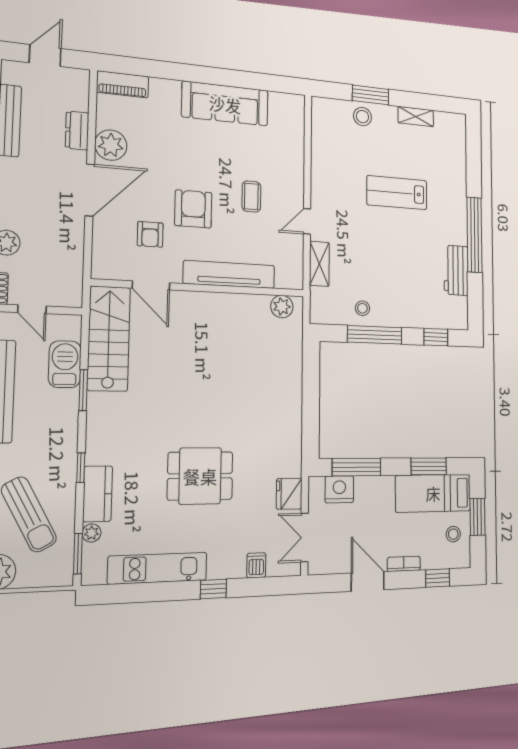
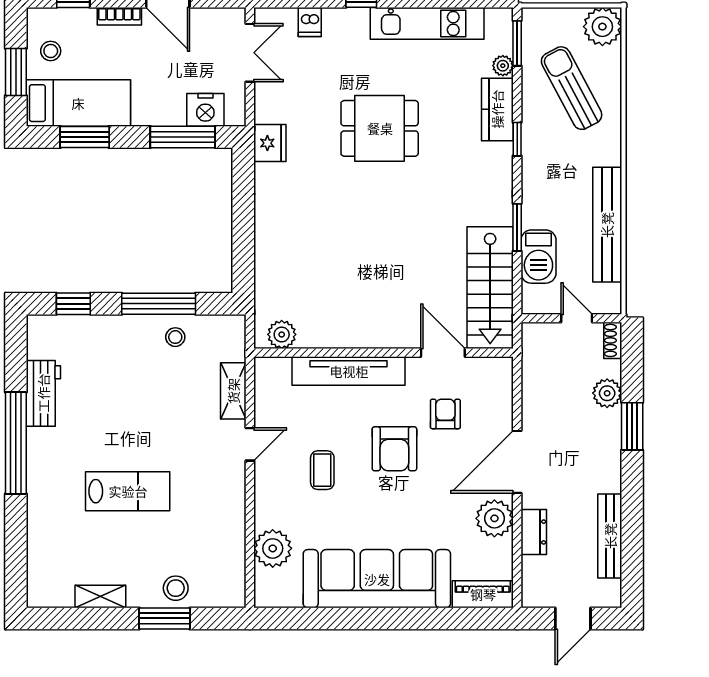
sofa: (225, 104) -> (377, 579), width x1.36, depth x1.27
plant: (290, 139) -> (273, 548), added
fridge: (289, 494) -> (270, 143), moved

